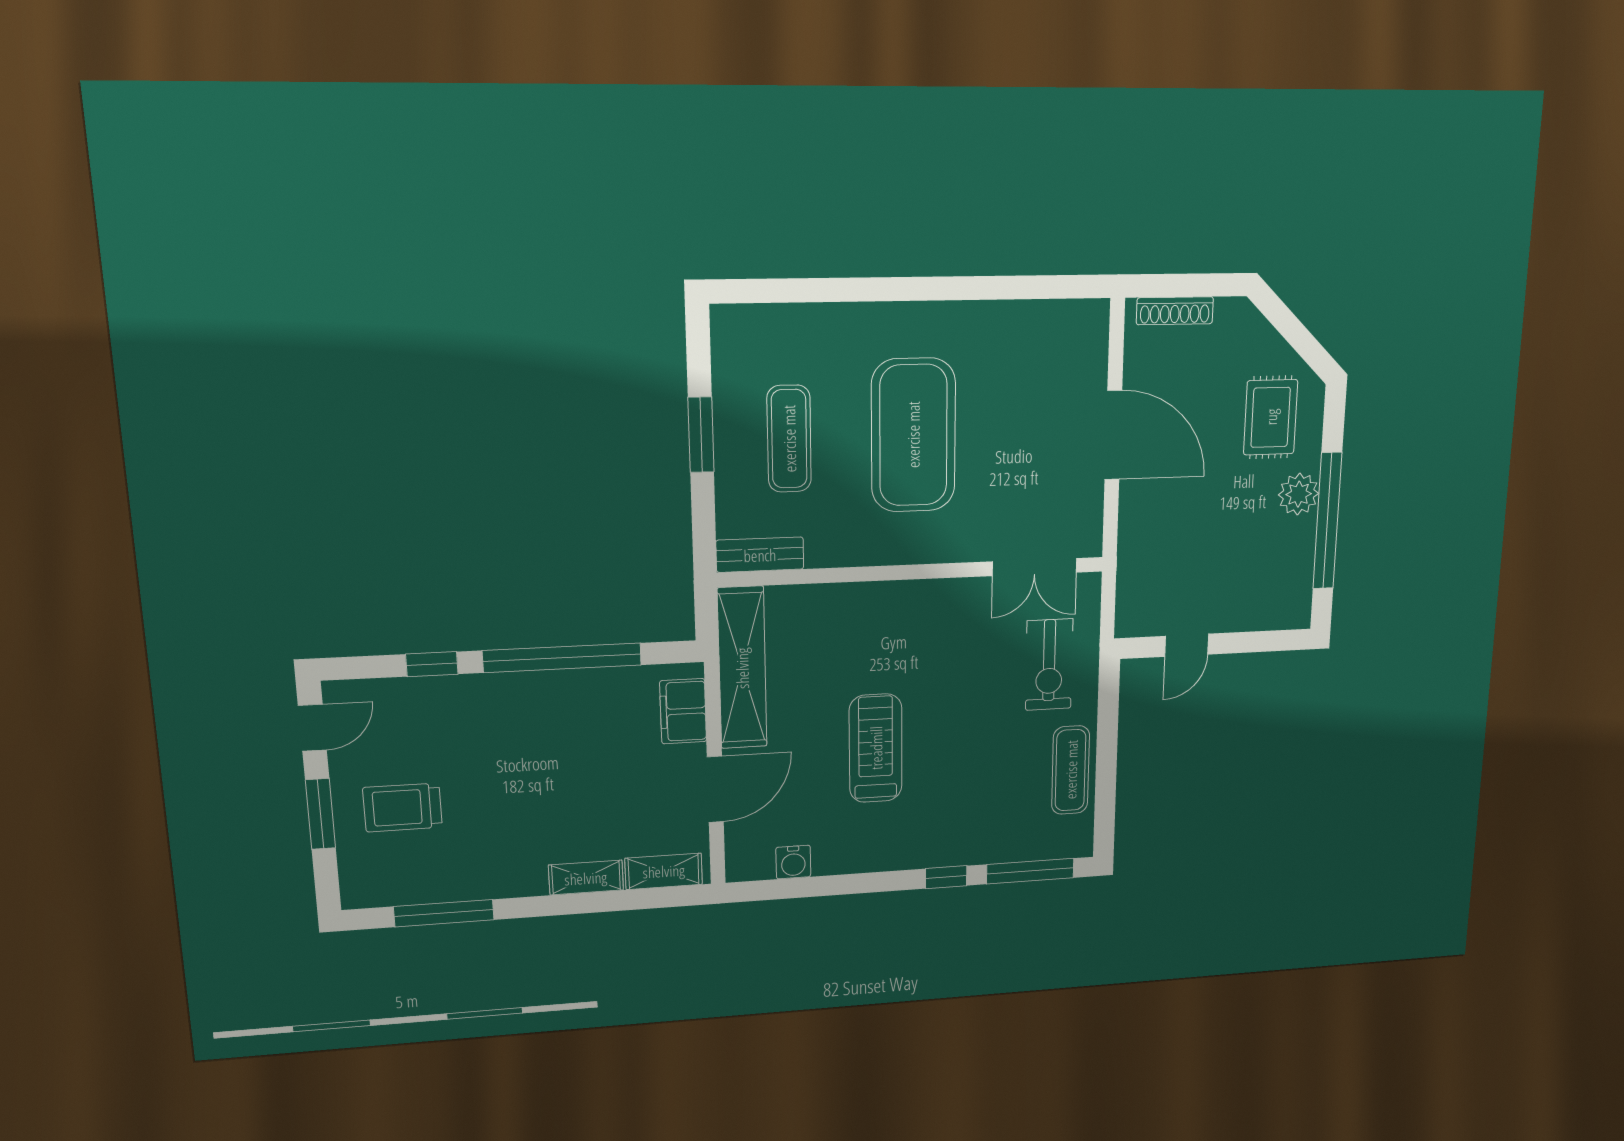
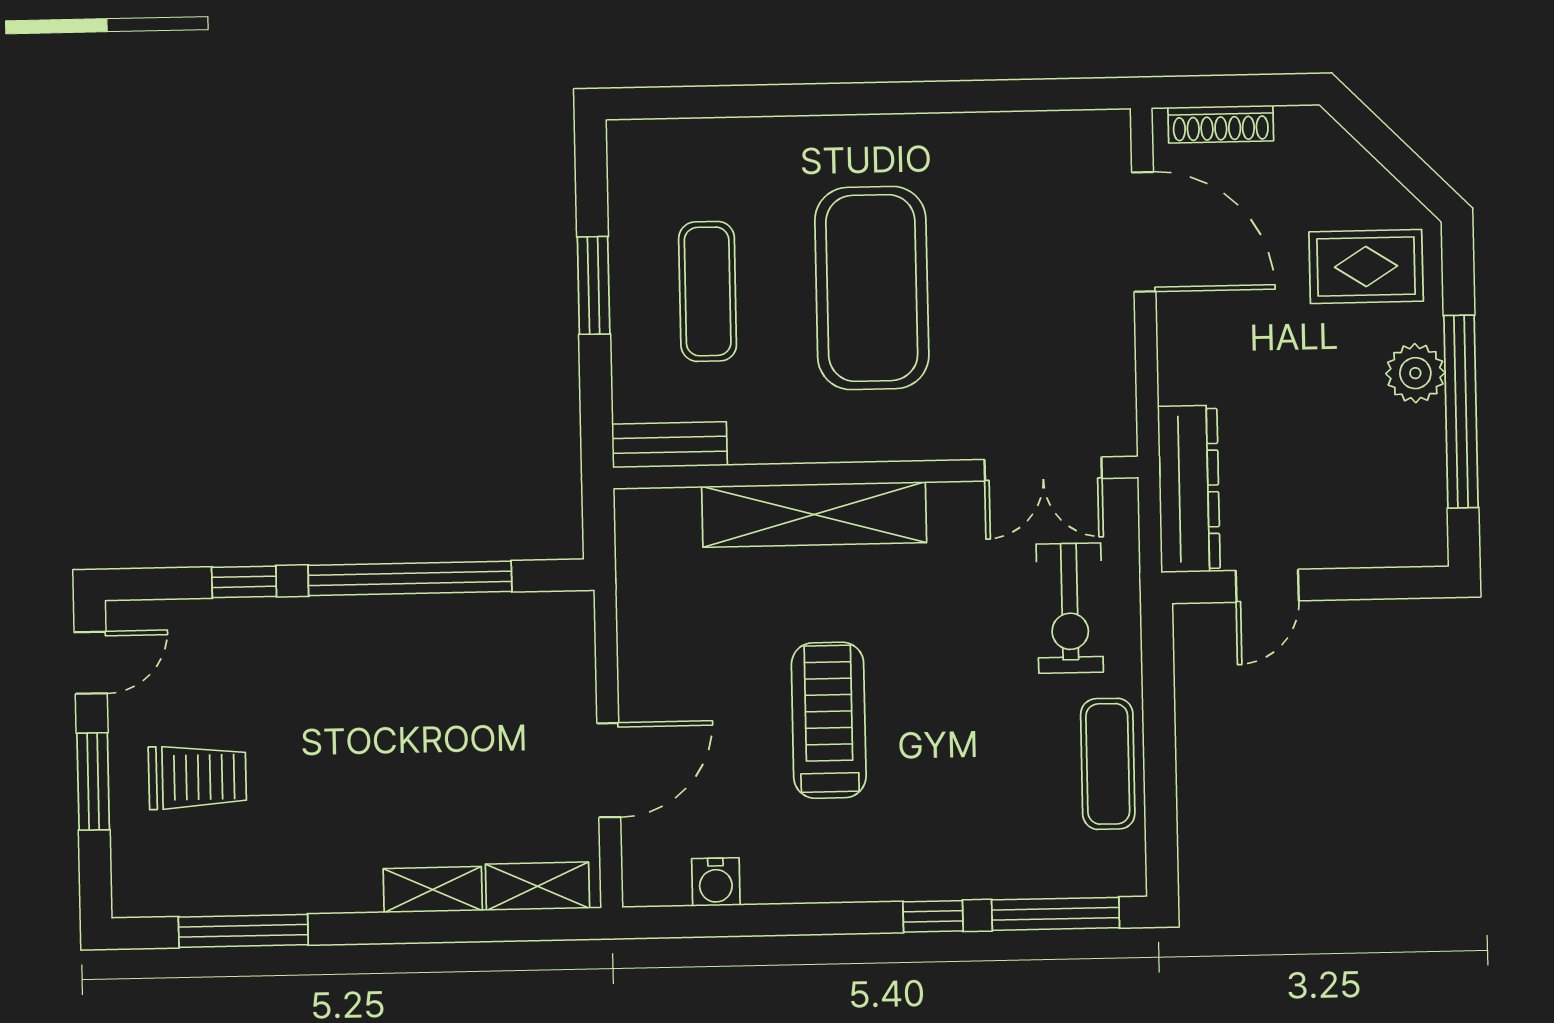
rug: (1271, 417) -> (1366, 266), turned 90
door: (1113, 435) -> (1144, 232), moved
dresser: (1137, 579) -> (1189, 489), added
shelving: (742, 668) -> (814, 514), moved, turned 90
filing cabinet: (683, 711) -> (567, 657), removed
trolley: (403, 808) -> (197, 777), turned 180

